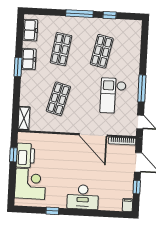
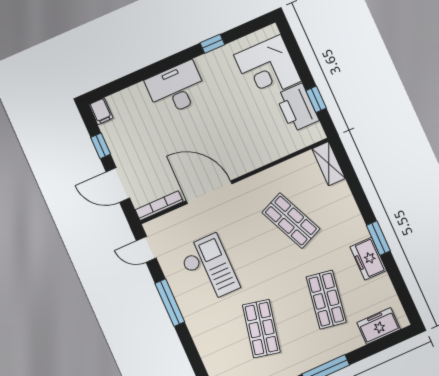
freezer: (30, 30) -> (379, 326), moved, turned 90
shop shelf: (58, 99) -> (291, 221), turned -39

